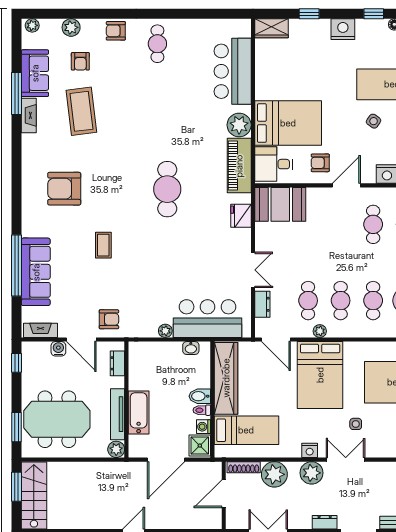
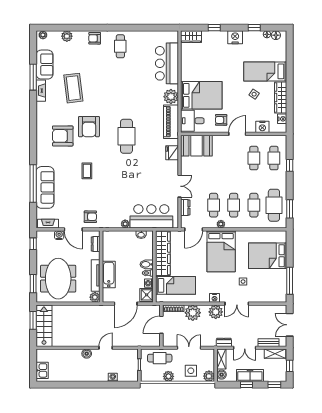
armchair: (80, 61) -> (89, 127), moved, width x1.88, depth x1.88
door: (276, 340) -> (194, 229), hinge flipped
meeting table: (57, 419) -> (58, 279), turned 90
double door: (346, 460) -> (237, 304), swing flipped

